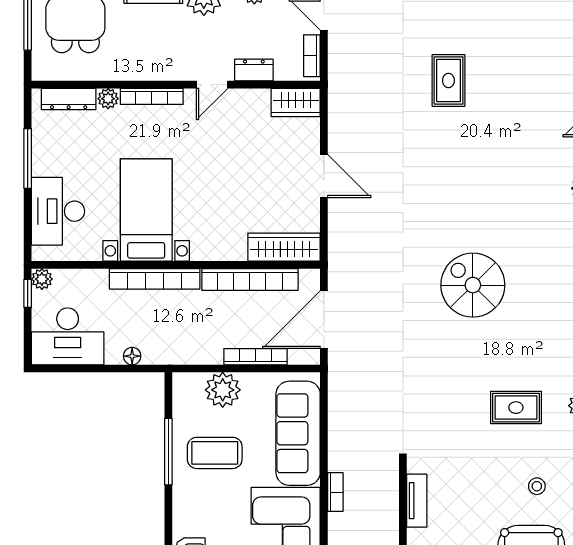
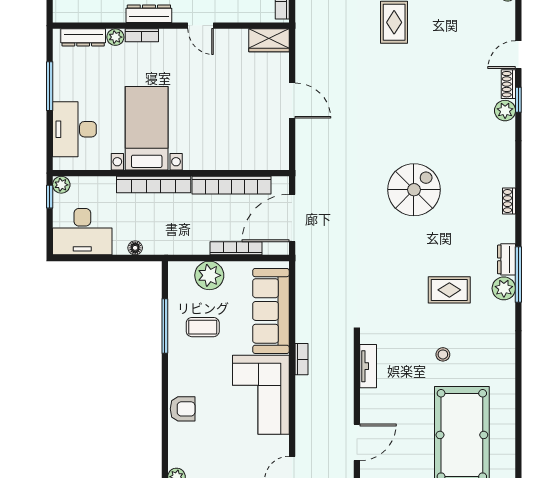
dresser: (254, 70) -> (149, 14), moved, width x1.44
door: (212, 85) -> (201, 26), hinge flipped
bookcase: (152, 96) -> (142, 35), width x0.64
wardrobe: (284, 247) -> (259, 159), removed
spiral stairs: (473, 285) -> (414, 190), turned 90
coffee table: (215, 453) -> (203, 327), width x0.73, depth x0.77
stool: (537, 486) -> (443, 354), moved

